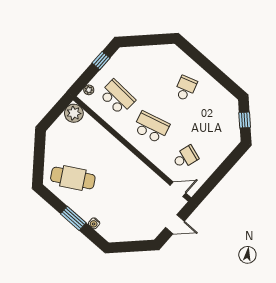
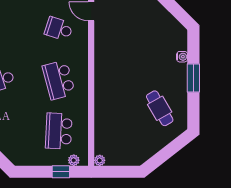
window: (101, 61) -> (61, 172), moved
plant: (74, 113) -> (100, 160), width x0.53, depth x0.53
cafe table: (73, 178) -> (160, 108), width x0.73, depth x0.74

